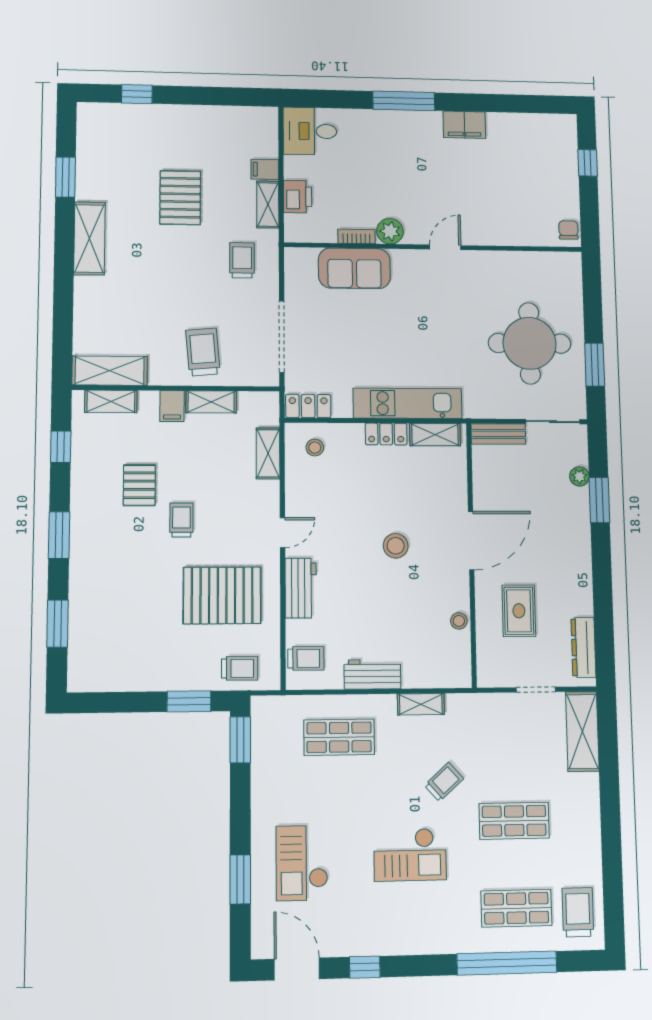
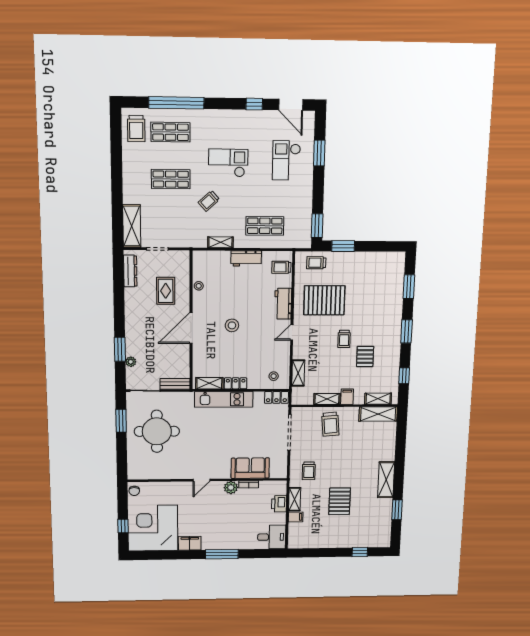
corner desk: (533, 157) -> (153, 528), added
checkout: (302, 863) -> (286, 160), turned 180

